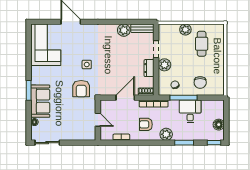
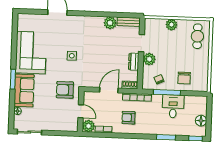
cafe table: (202, 44) -> (197, 36), moved
corner sofa: (46, 45) -> (31, 53), moved
armchair: (81, 89) -> (65, 90), moved, turned 90
plant: (166, 134) -> (88, 126), moved

